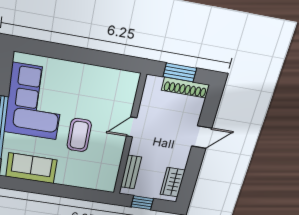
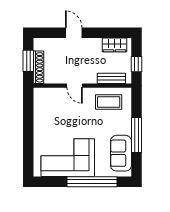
shoe rack: (185, 88) -> (38, 67), moved
coffee table: (79, 135) -> (109, 102), moved
window: (52, 189) -> (136, 135), added

